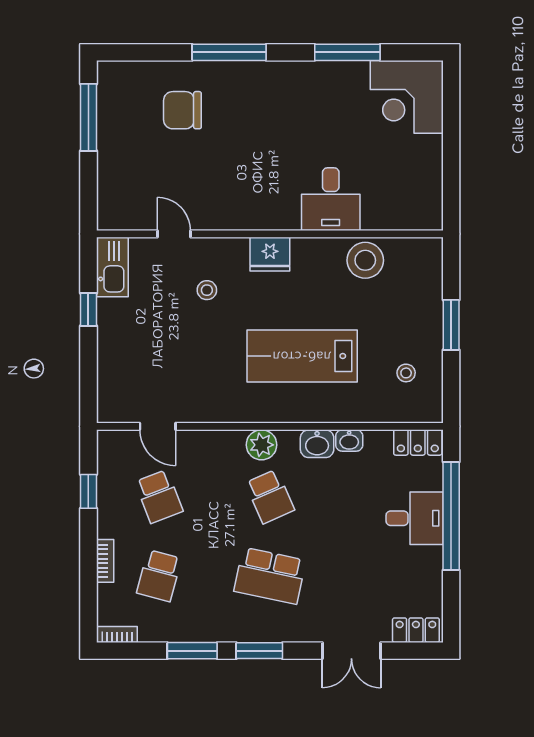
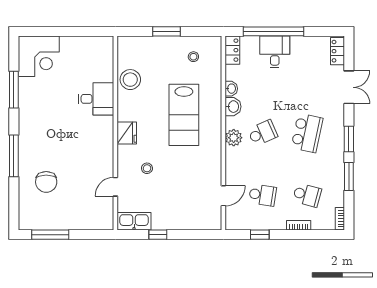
school desk: (159, 496) -> (263, 195), turned 30

